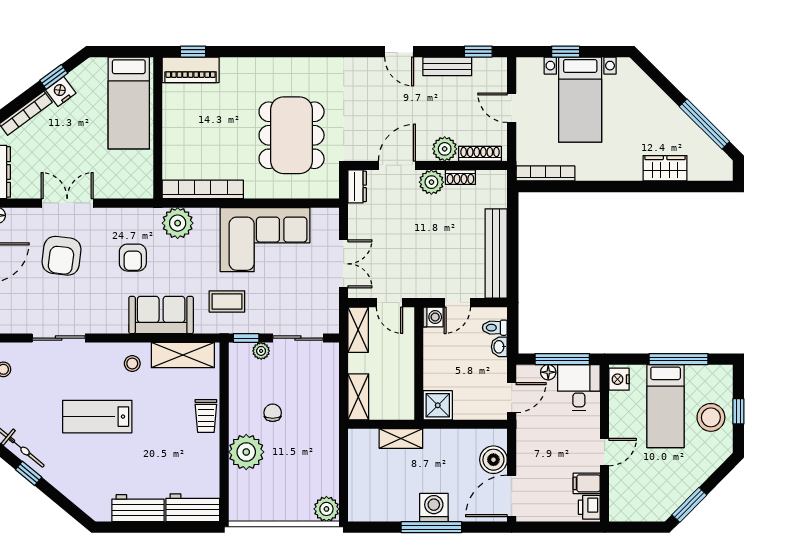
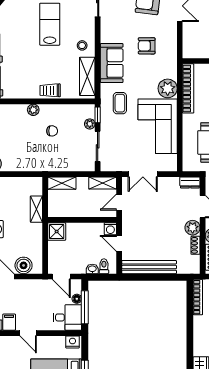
plant: (178, 223) -> (168, 88), moved
plant: (246, 452) -> (33, 110), width x0.53, depth x0.53

